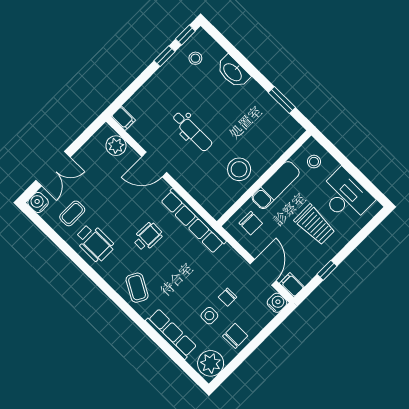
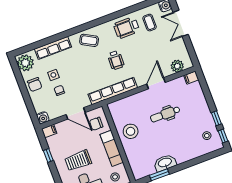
washbasin: (233, 72) -> (165, 163), moved
door: (263, 272) -> (76, 113), moved

